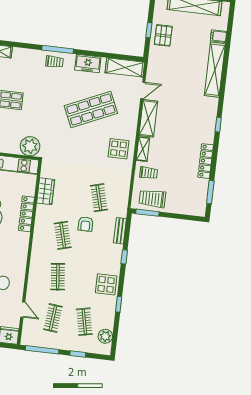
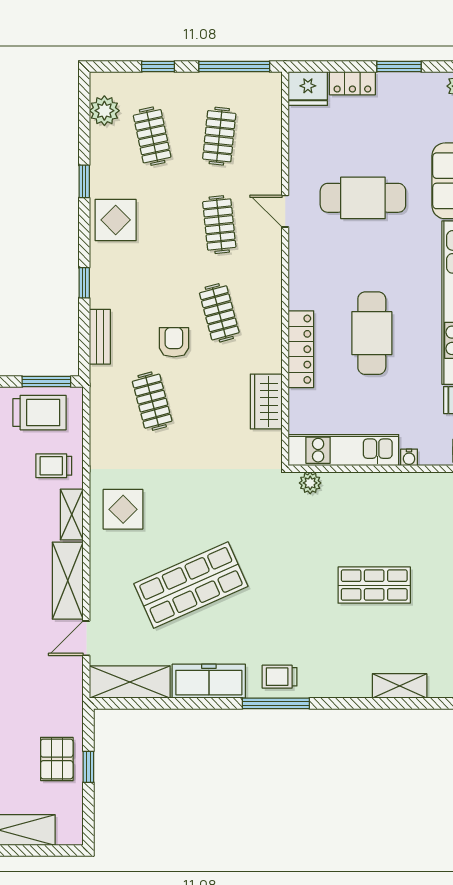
freezer: (88, 64) -> (209, 681), width x1.40
plant: (30, 146) -> (310, 483), width x0.53, depth x0.53
door: (23, 310) -> (285, 211), moved

